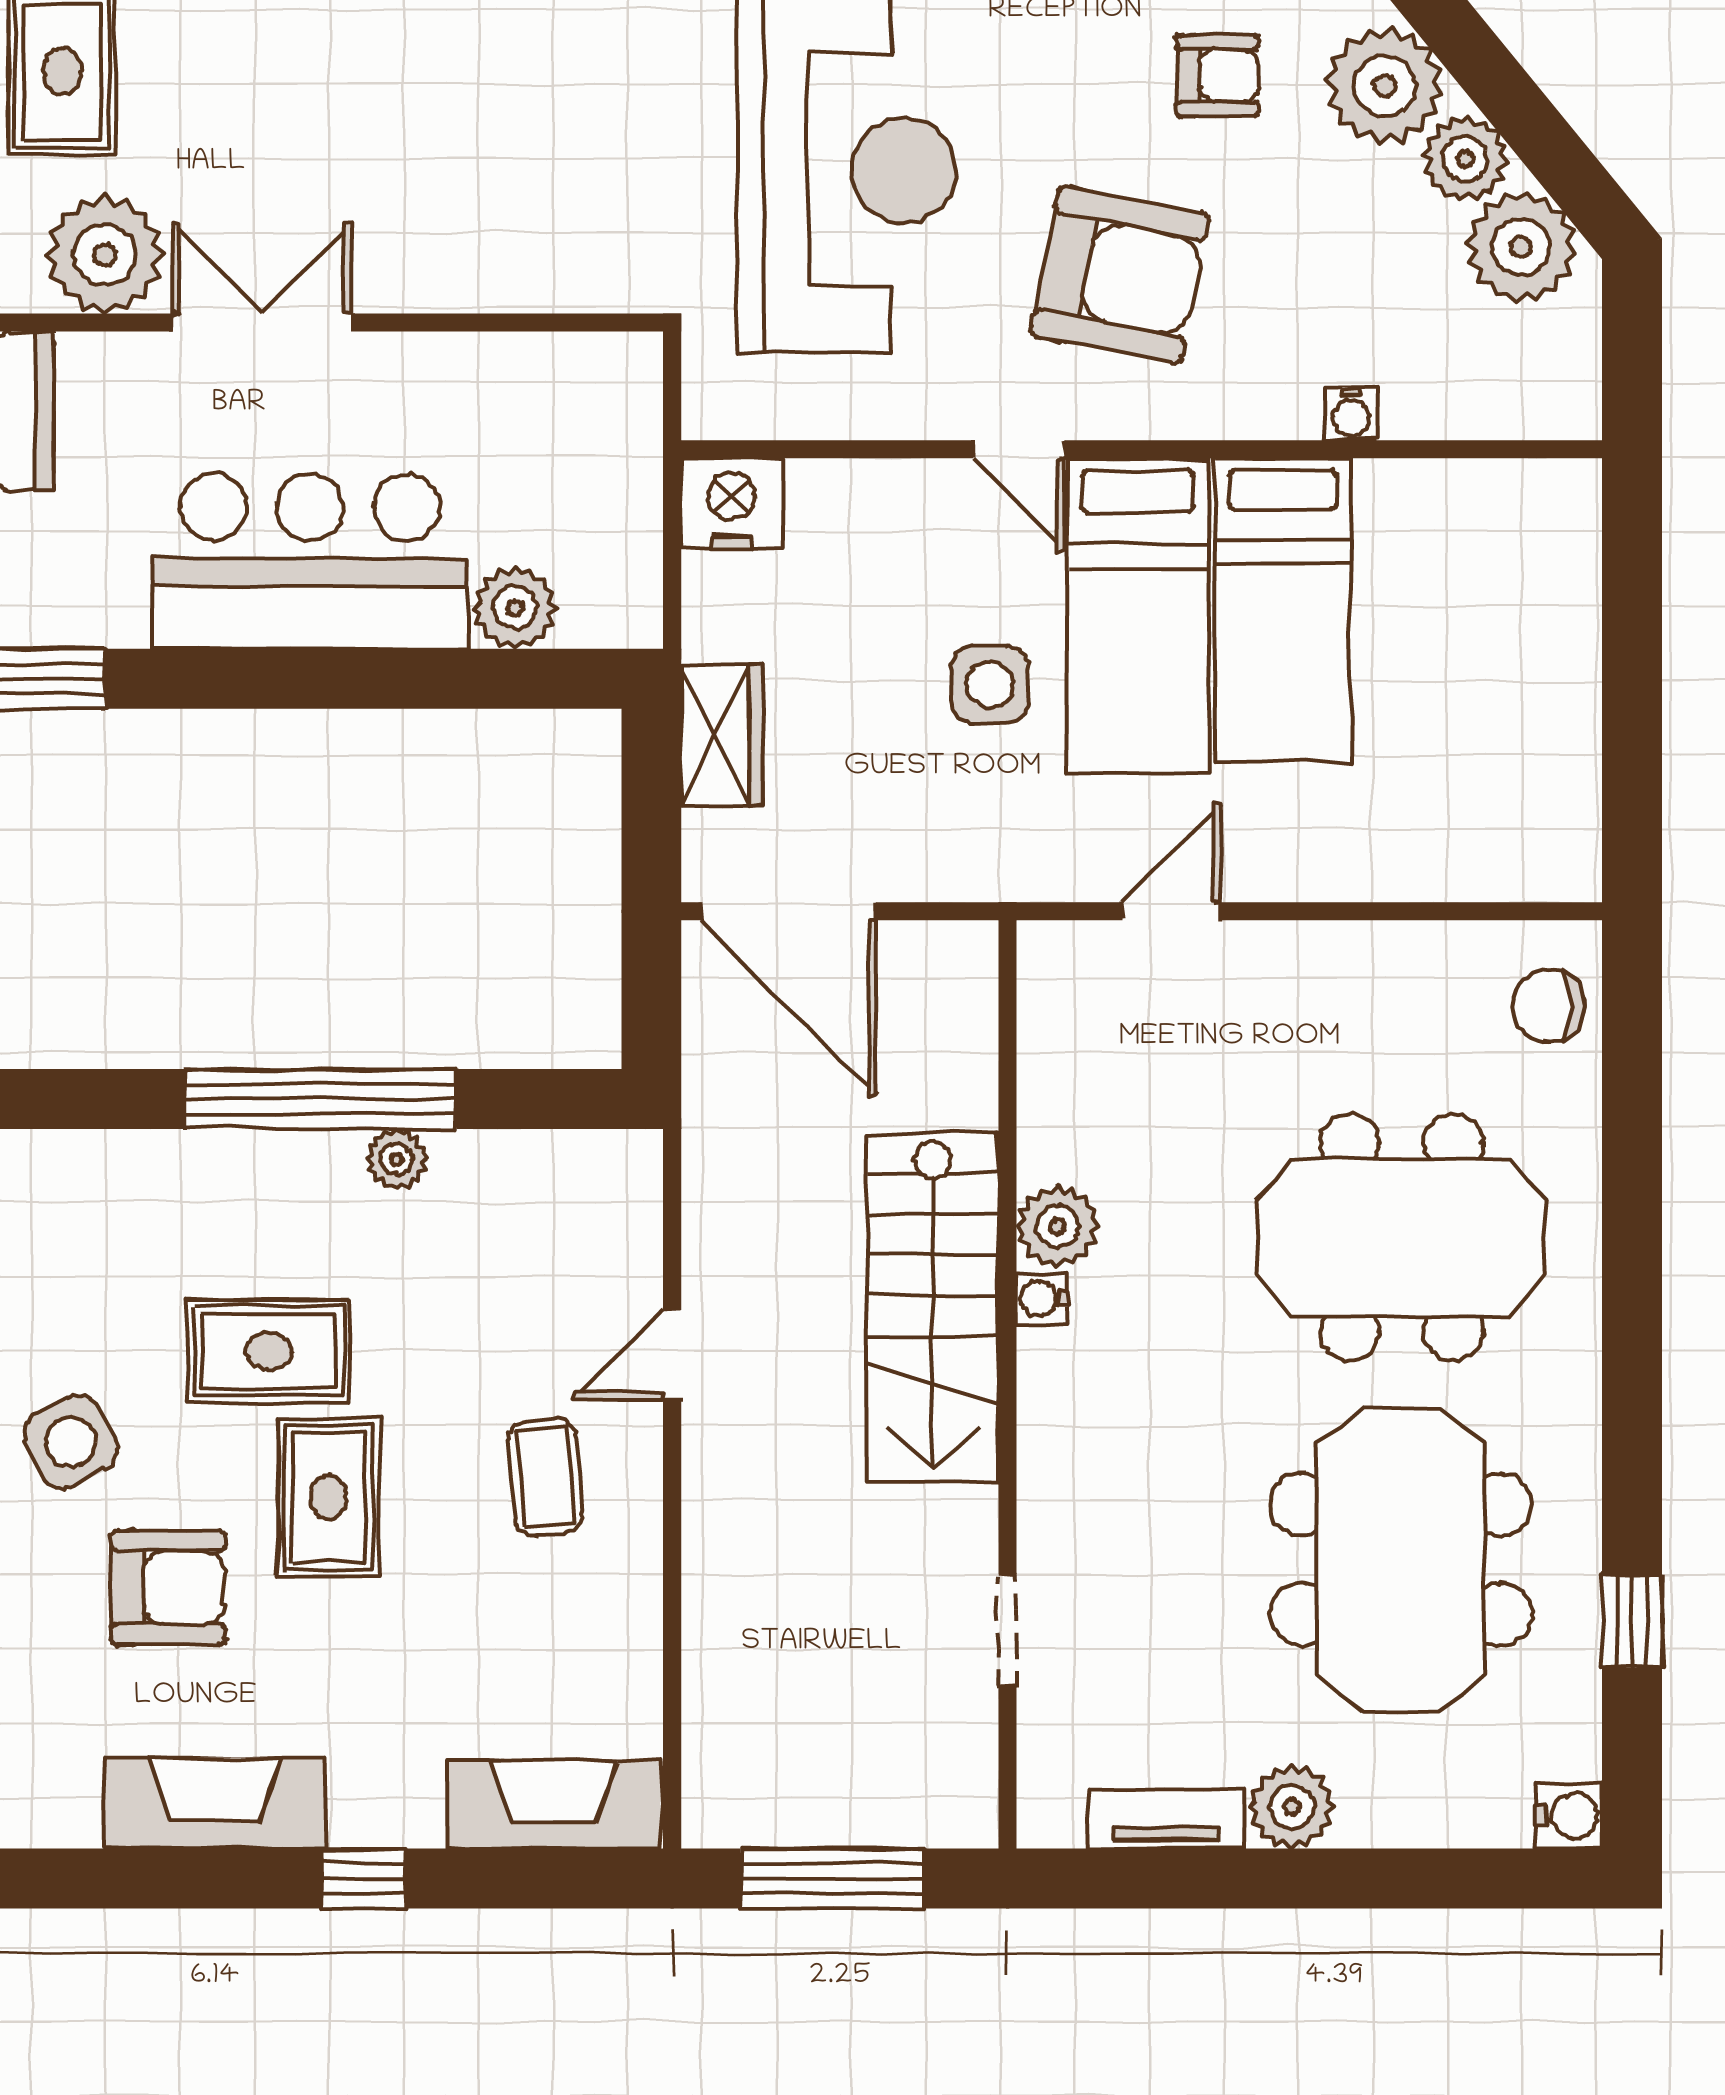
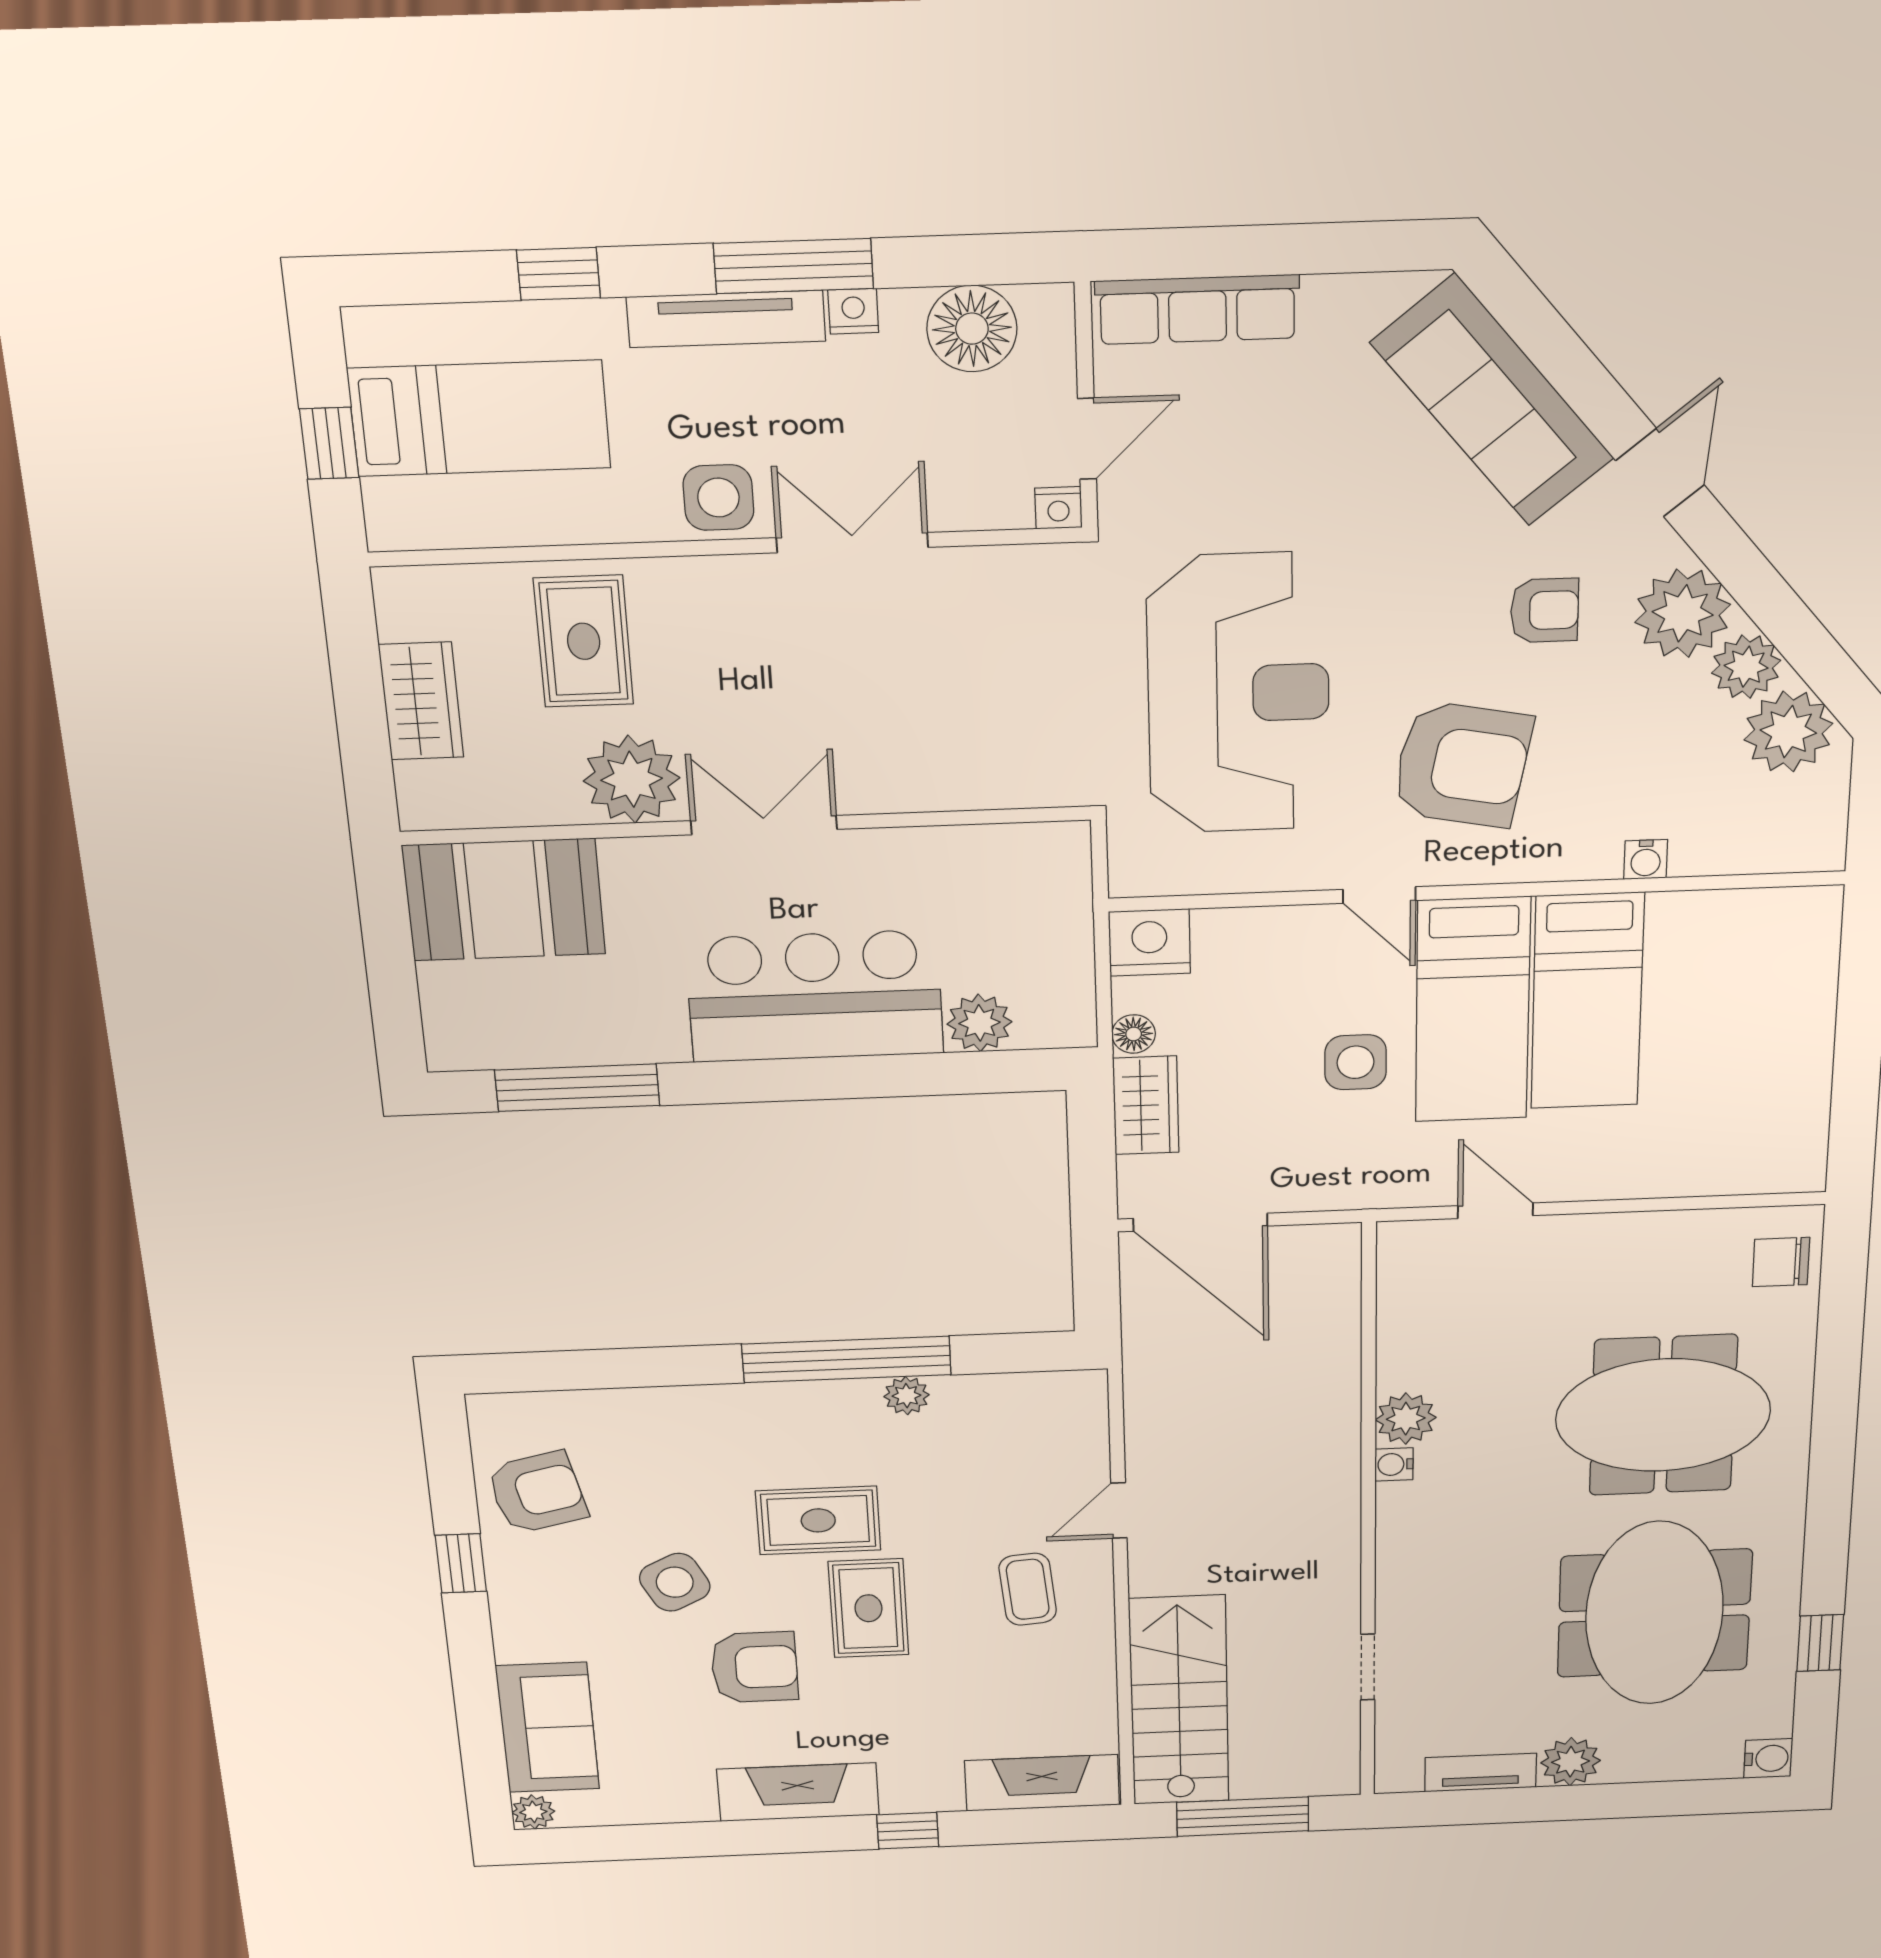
floor lamp: (709, 632) -> (1134, 1034), added
door: (1172, 911) -> (1495, 1211), hinge flipped
stairs: (933, 1307) -> (1179, 1701), moved, turned 180

